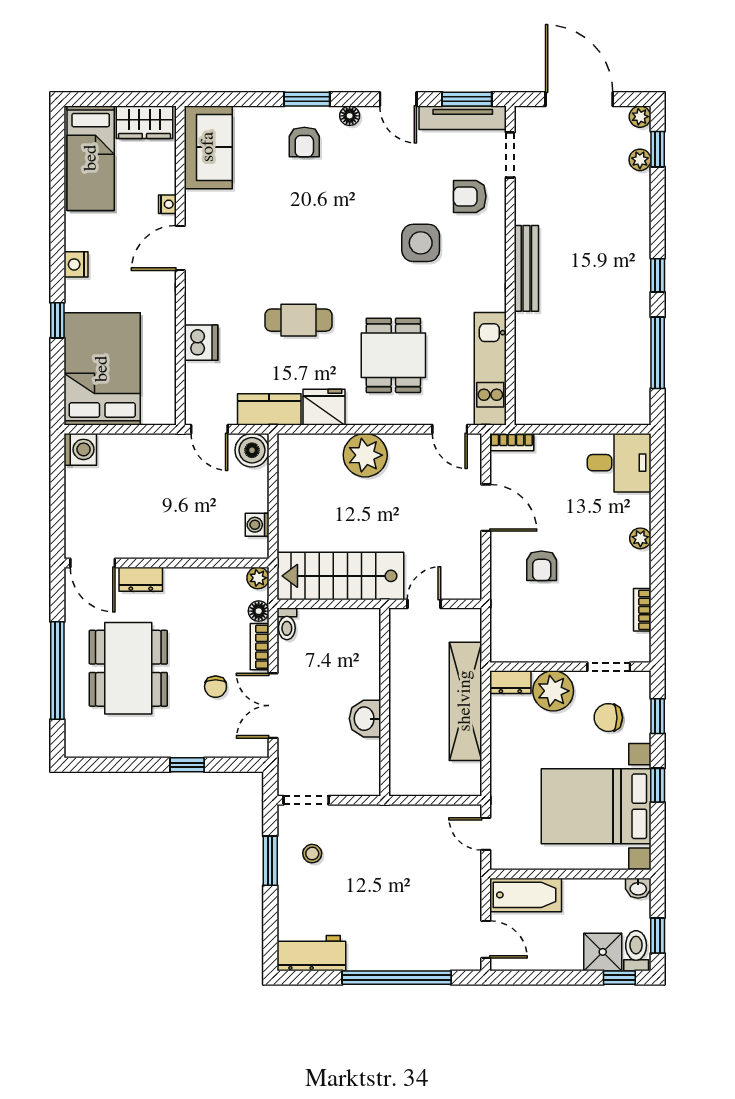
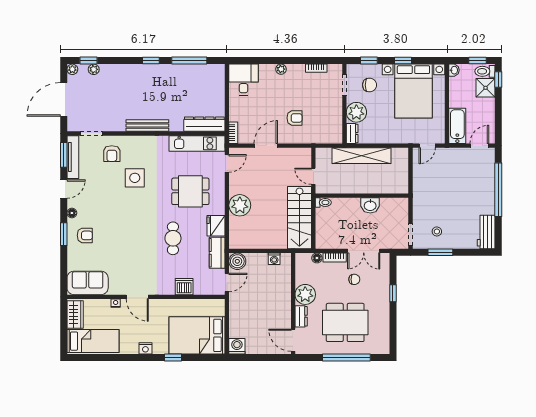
dresser: (529, 384) -> (204, 124), added
door: (93, 563) -> (293, 340), swing flipped
plant: (258, 578) -> (305, 294), moved, width x1.88, depth x1.88
toilet: (287, 624) -> (323, 202), moved
chair: (608, 718) -> (370, 85), turned -90

